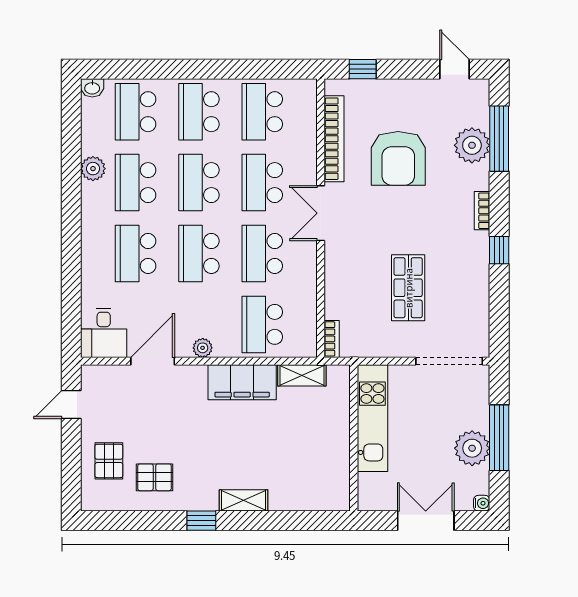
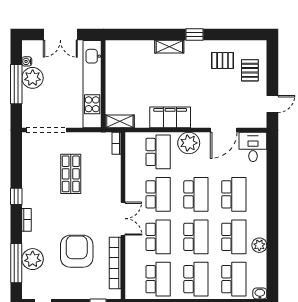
plant: (203, 348) -> (189, 143), width x1.88, depth x1.88
shelving: (302, 375) -> (120, 121), moved
kitchen unit: (372, 418) -> (92, 84), width x1.36
water cooler: (482, 503) -> (27, 61), moved

